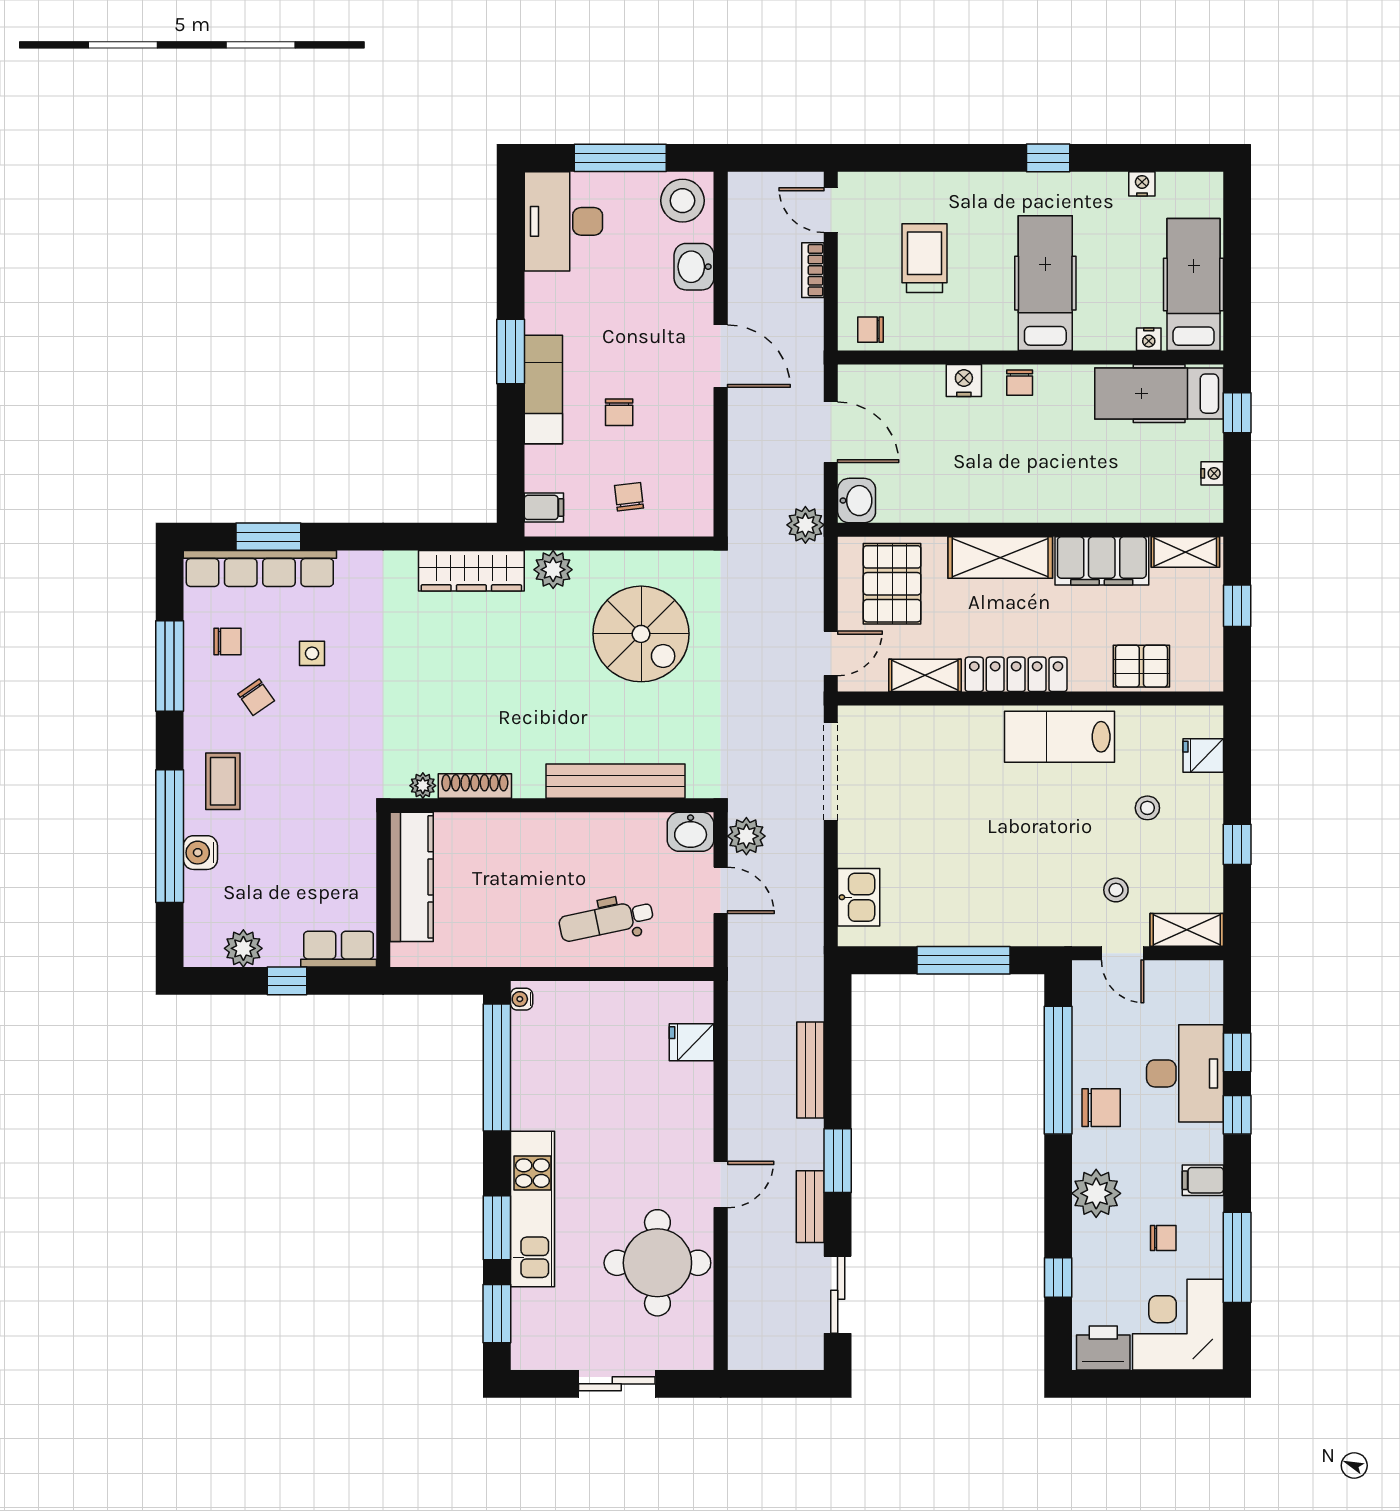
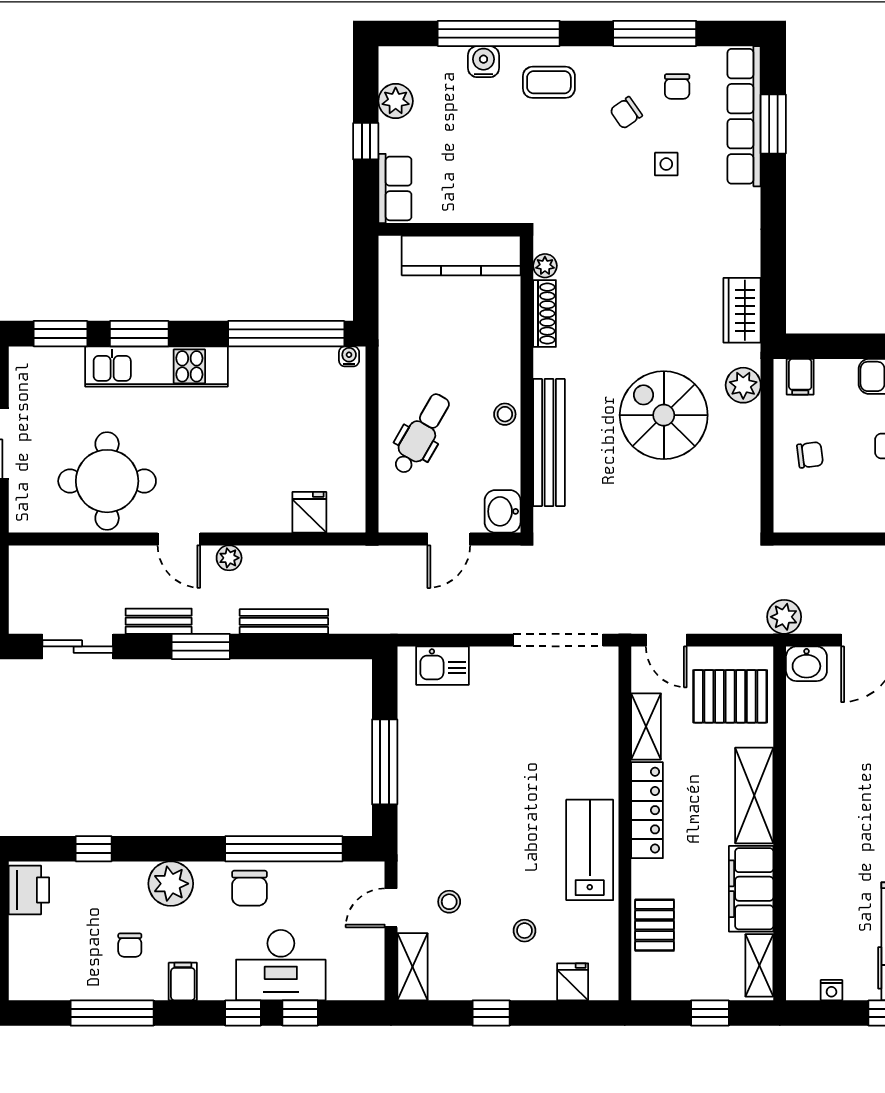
wardrobe: (471, 571) -> (742, 310), width x0.67
spiral stairs: (641, 634) -> (664, 415), moved, turned 90
stool: (585, 829) -> (505, 414), added
plant: (746, 836) -> (229, 558), moved, width x0.73, depth x0.73
dental chair: (606, 920) -> (421, 434), turned 42
corner desk: (1178, 1325) -> (50, 959), removed

